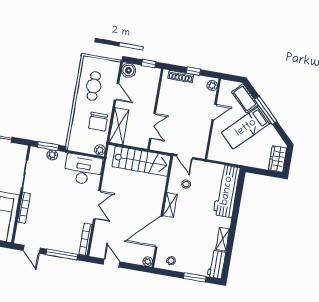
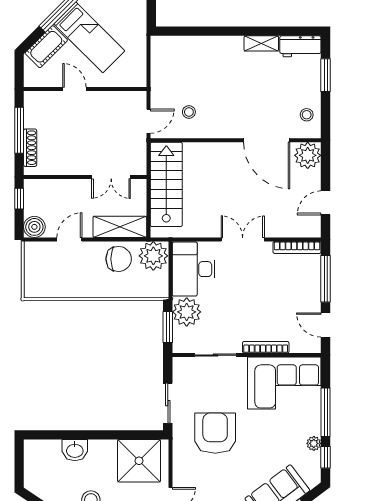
window: (193, 71) -> (19, 130), width x2.17
cafe table: (94, 86) -> (67, 275), removed
plant: (212, 86) -> (36, 98), removed
double door: (152, 126) -> (111, 177), swing flipped
plant: (100, 150) -> (153, 256), width x1.88, depth x1.88
plant: (52, 155) -> (187, 312), width x1.87, depth x1.87
workbench: (227, 191) -> (189, 50), removed
shelving: (170, 205) -> (224, 130), removed
door: (32, 249) -> (326, 325), swing flipped
plant: (148, 262) -> (308, 155), width x1.88, depth x1.88

